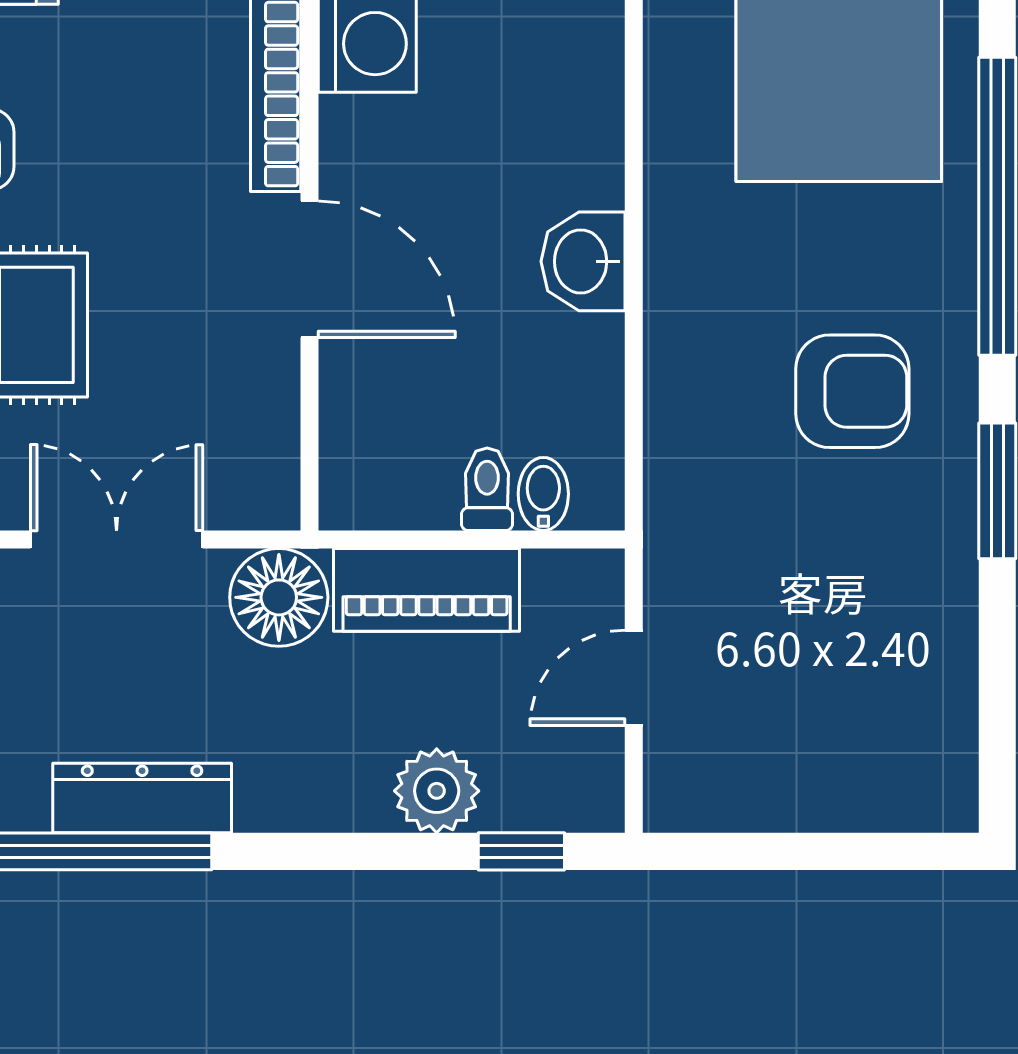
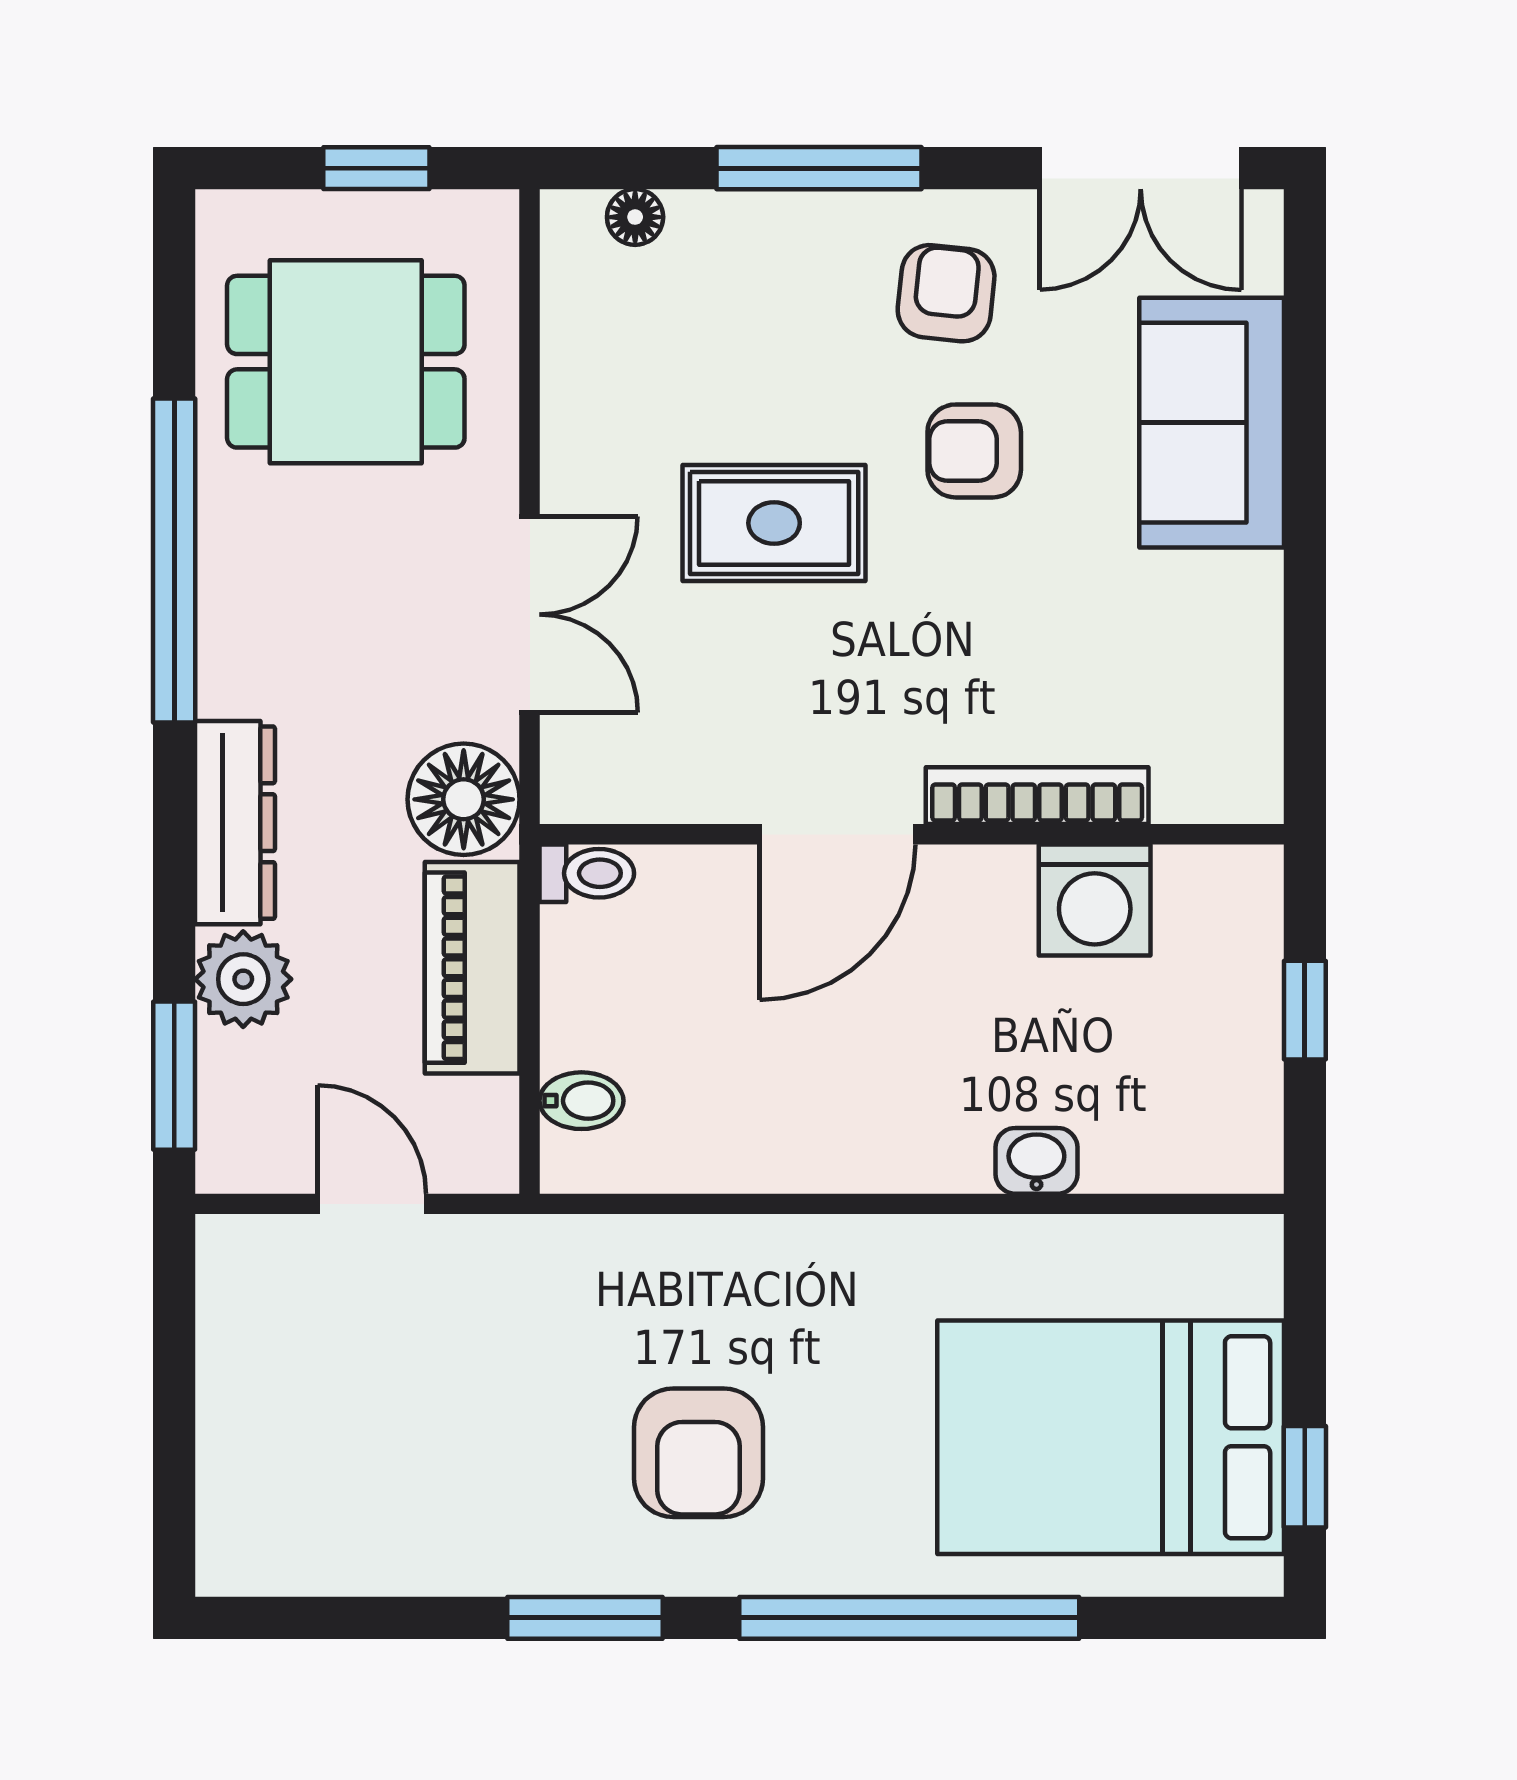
washbasin: (583, 261) -> (1036, 1161), moved, width x0.72, depth x0.69
toilet: (487, 489) -> (587, 873), moved
dresser: (142, 798) -> (235, 823), moved
window: (521, 851) -> (174, 1076), width x1.50

